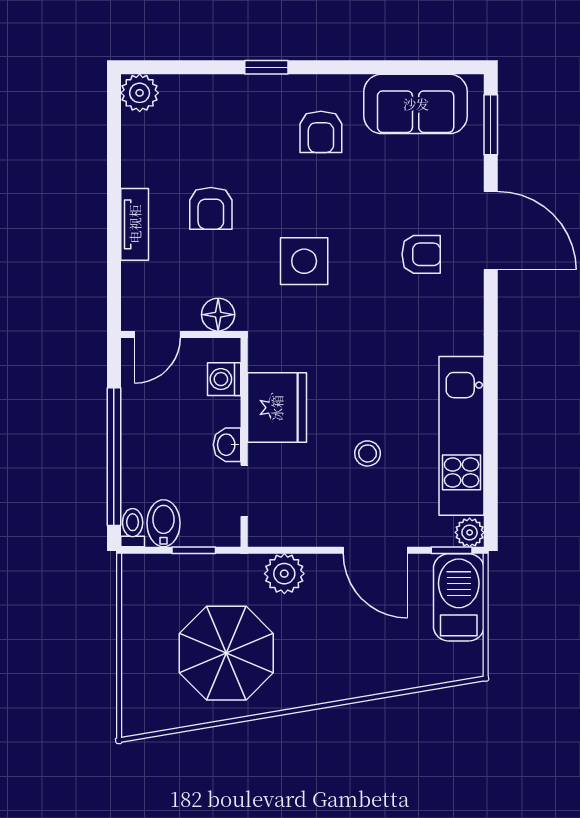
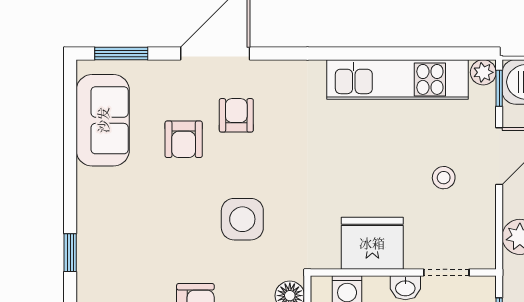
armchair: (321, 132) -> (184, 139), moved, turned 90
stool: (368, 453) -> (444, 178), moved

